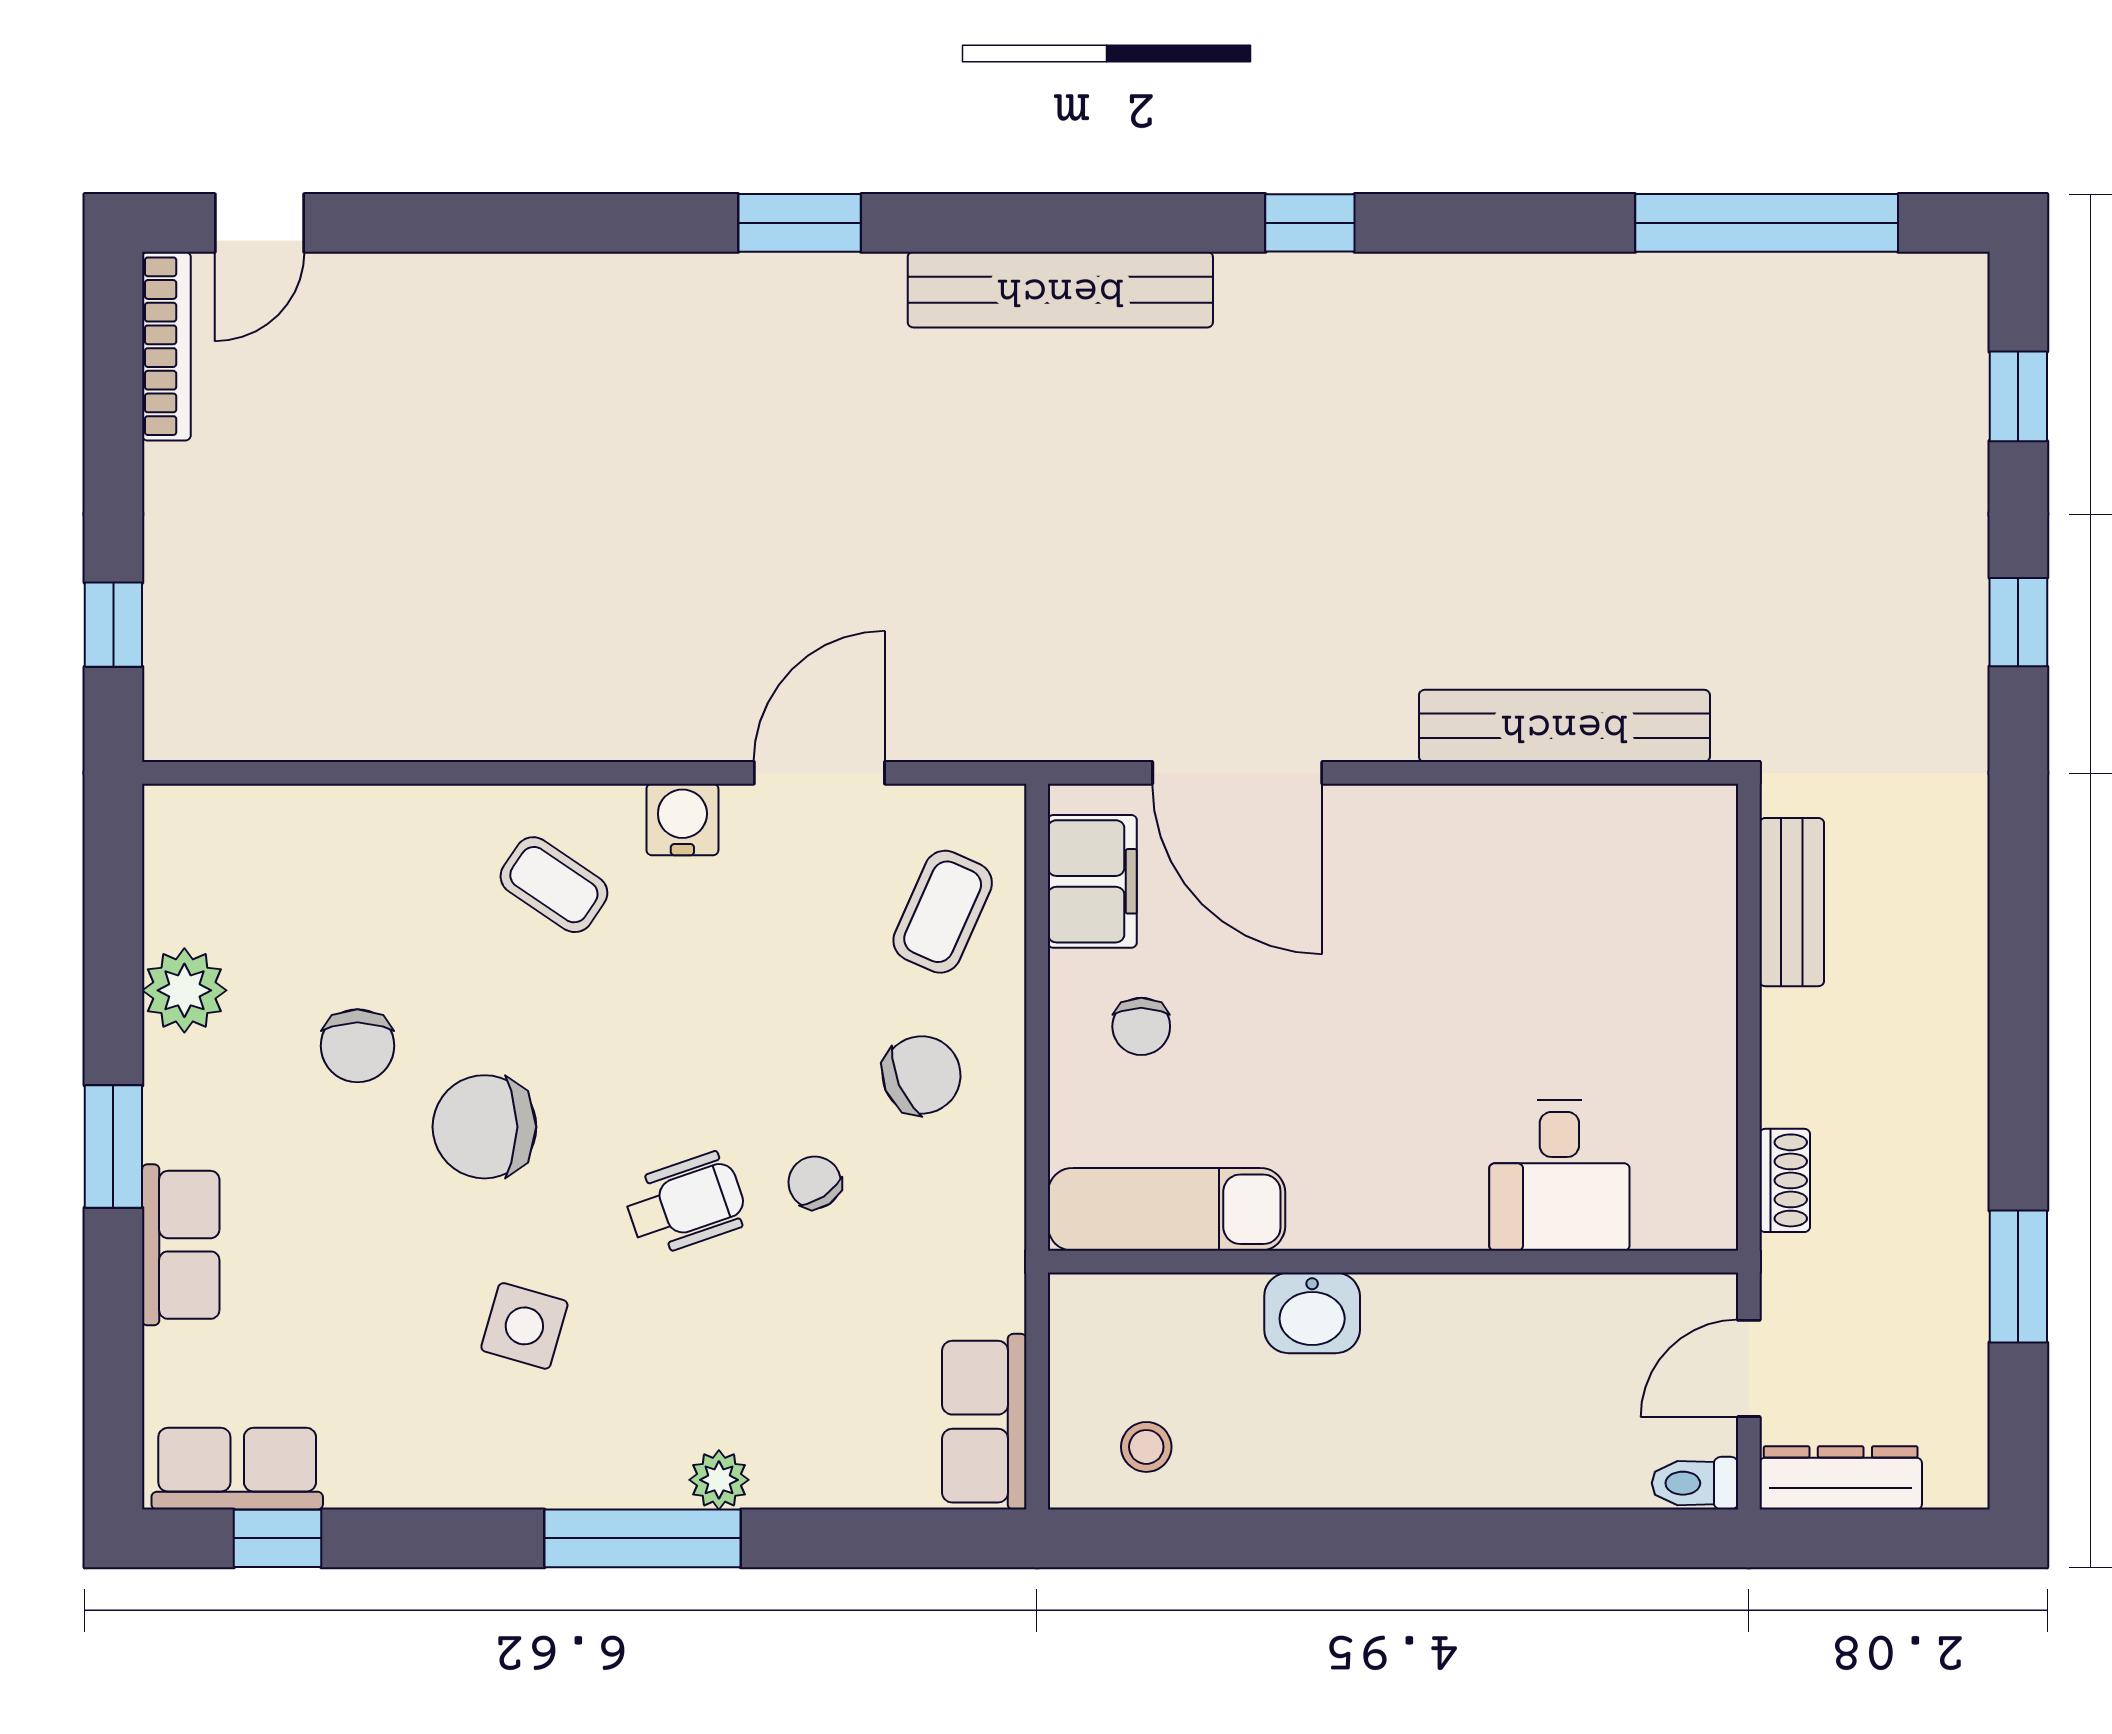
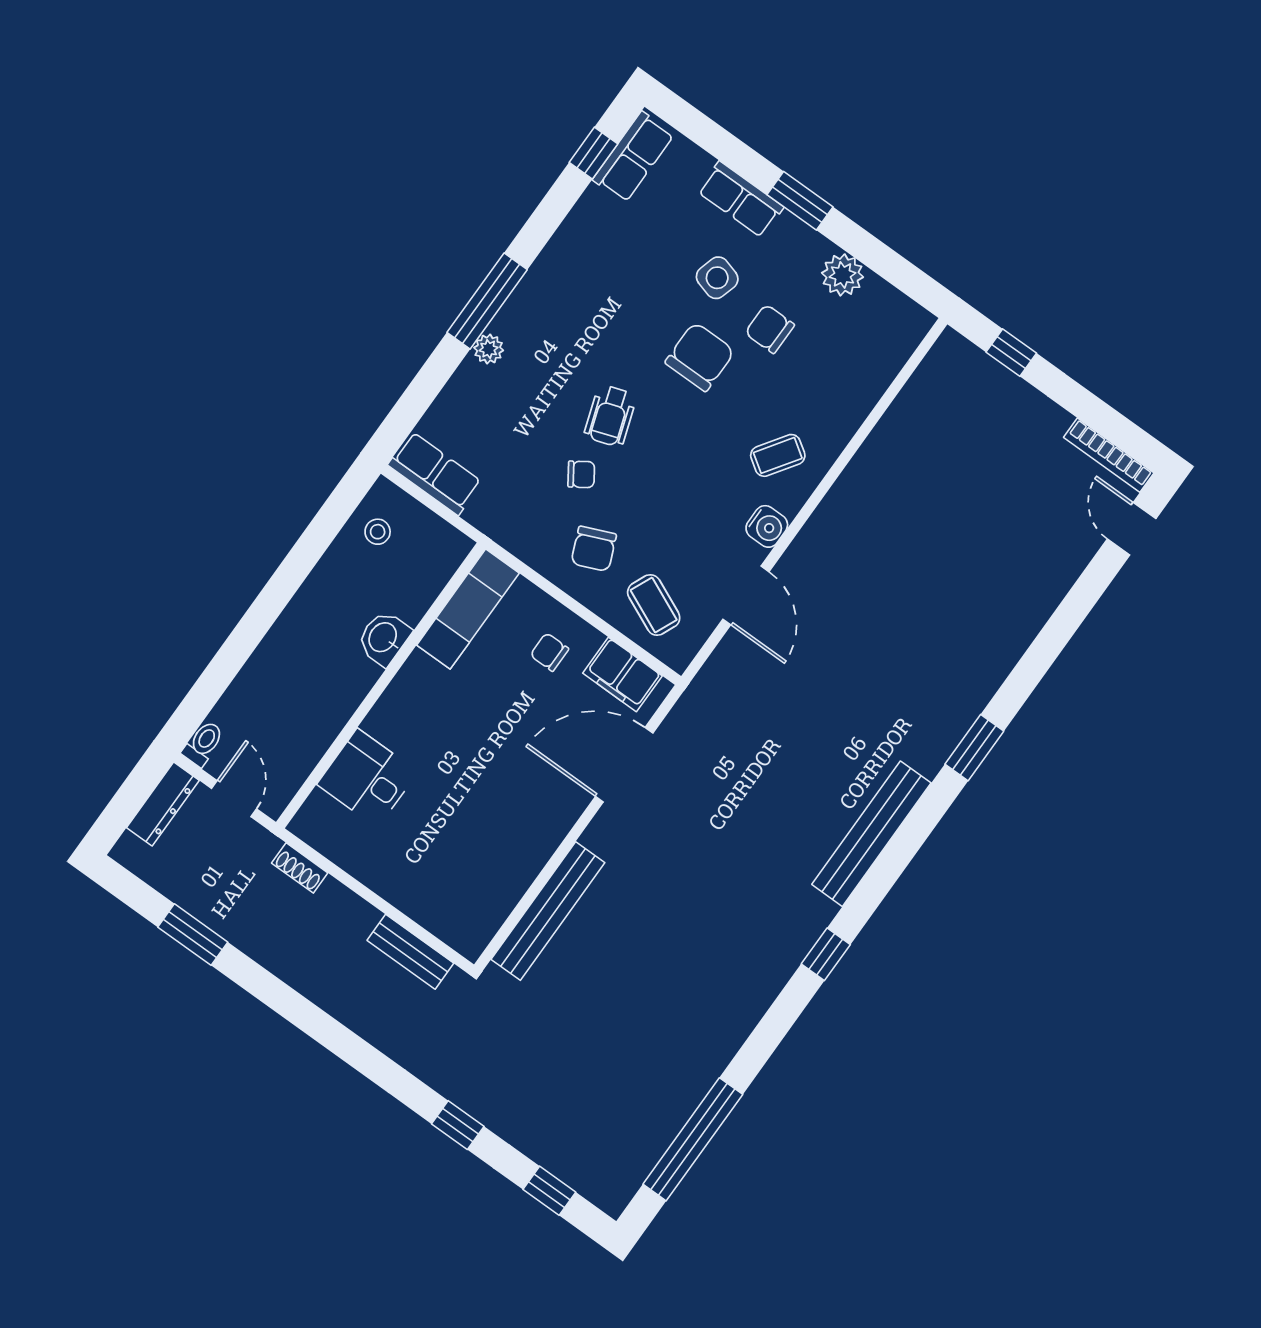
side table: (524, 1326) -> (717, 278), moved

